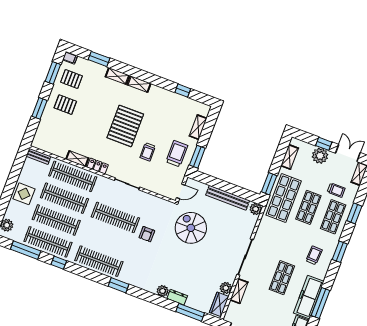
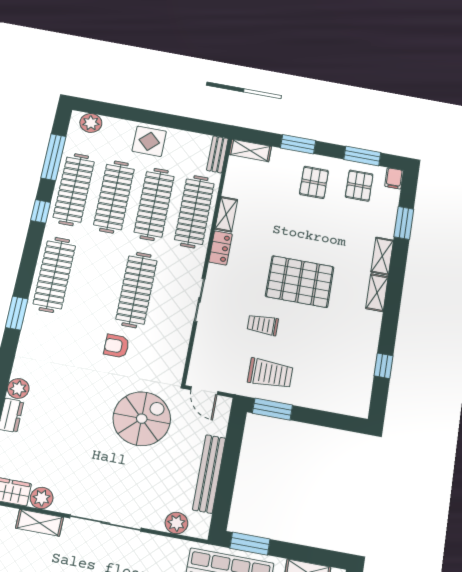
shelving: (198, 127) -> (250, 150), moved
plant: (256, 209) -> (176, 523), moved

